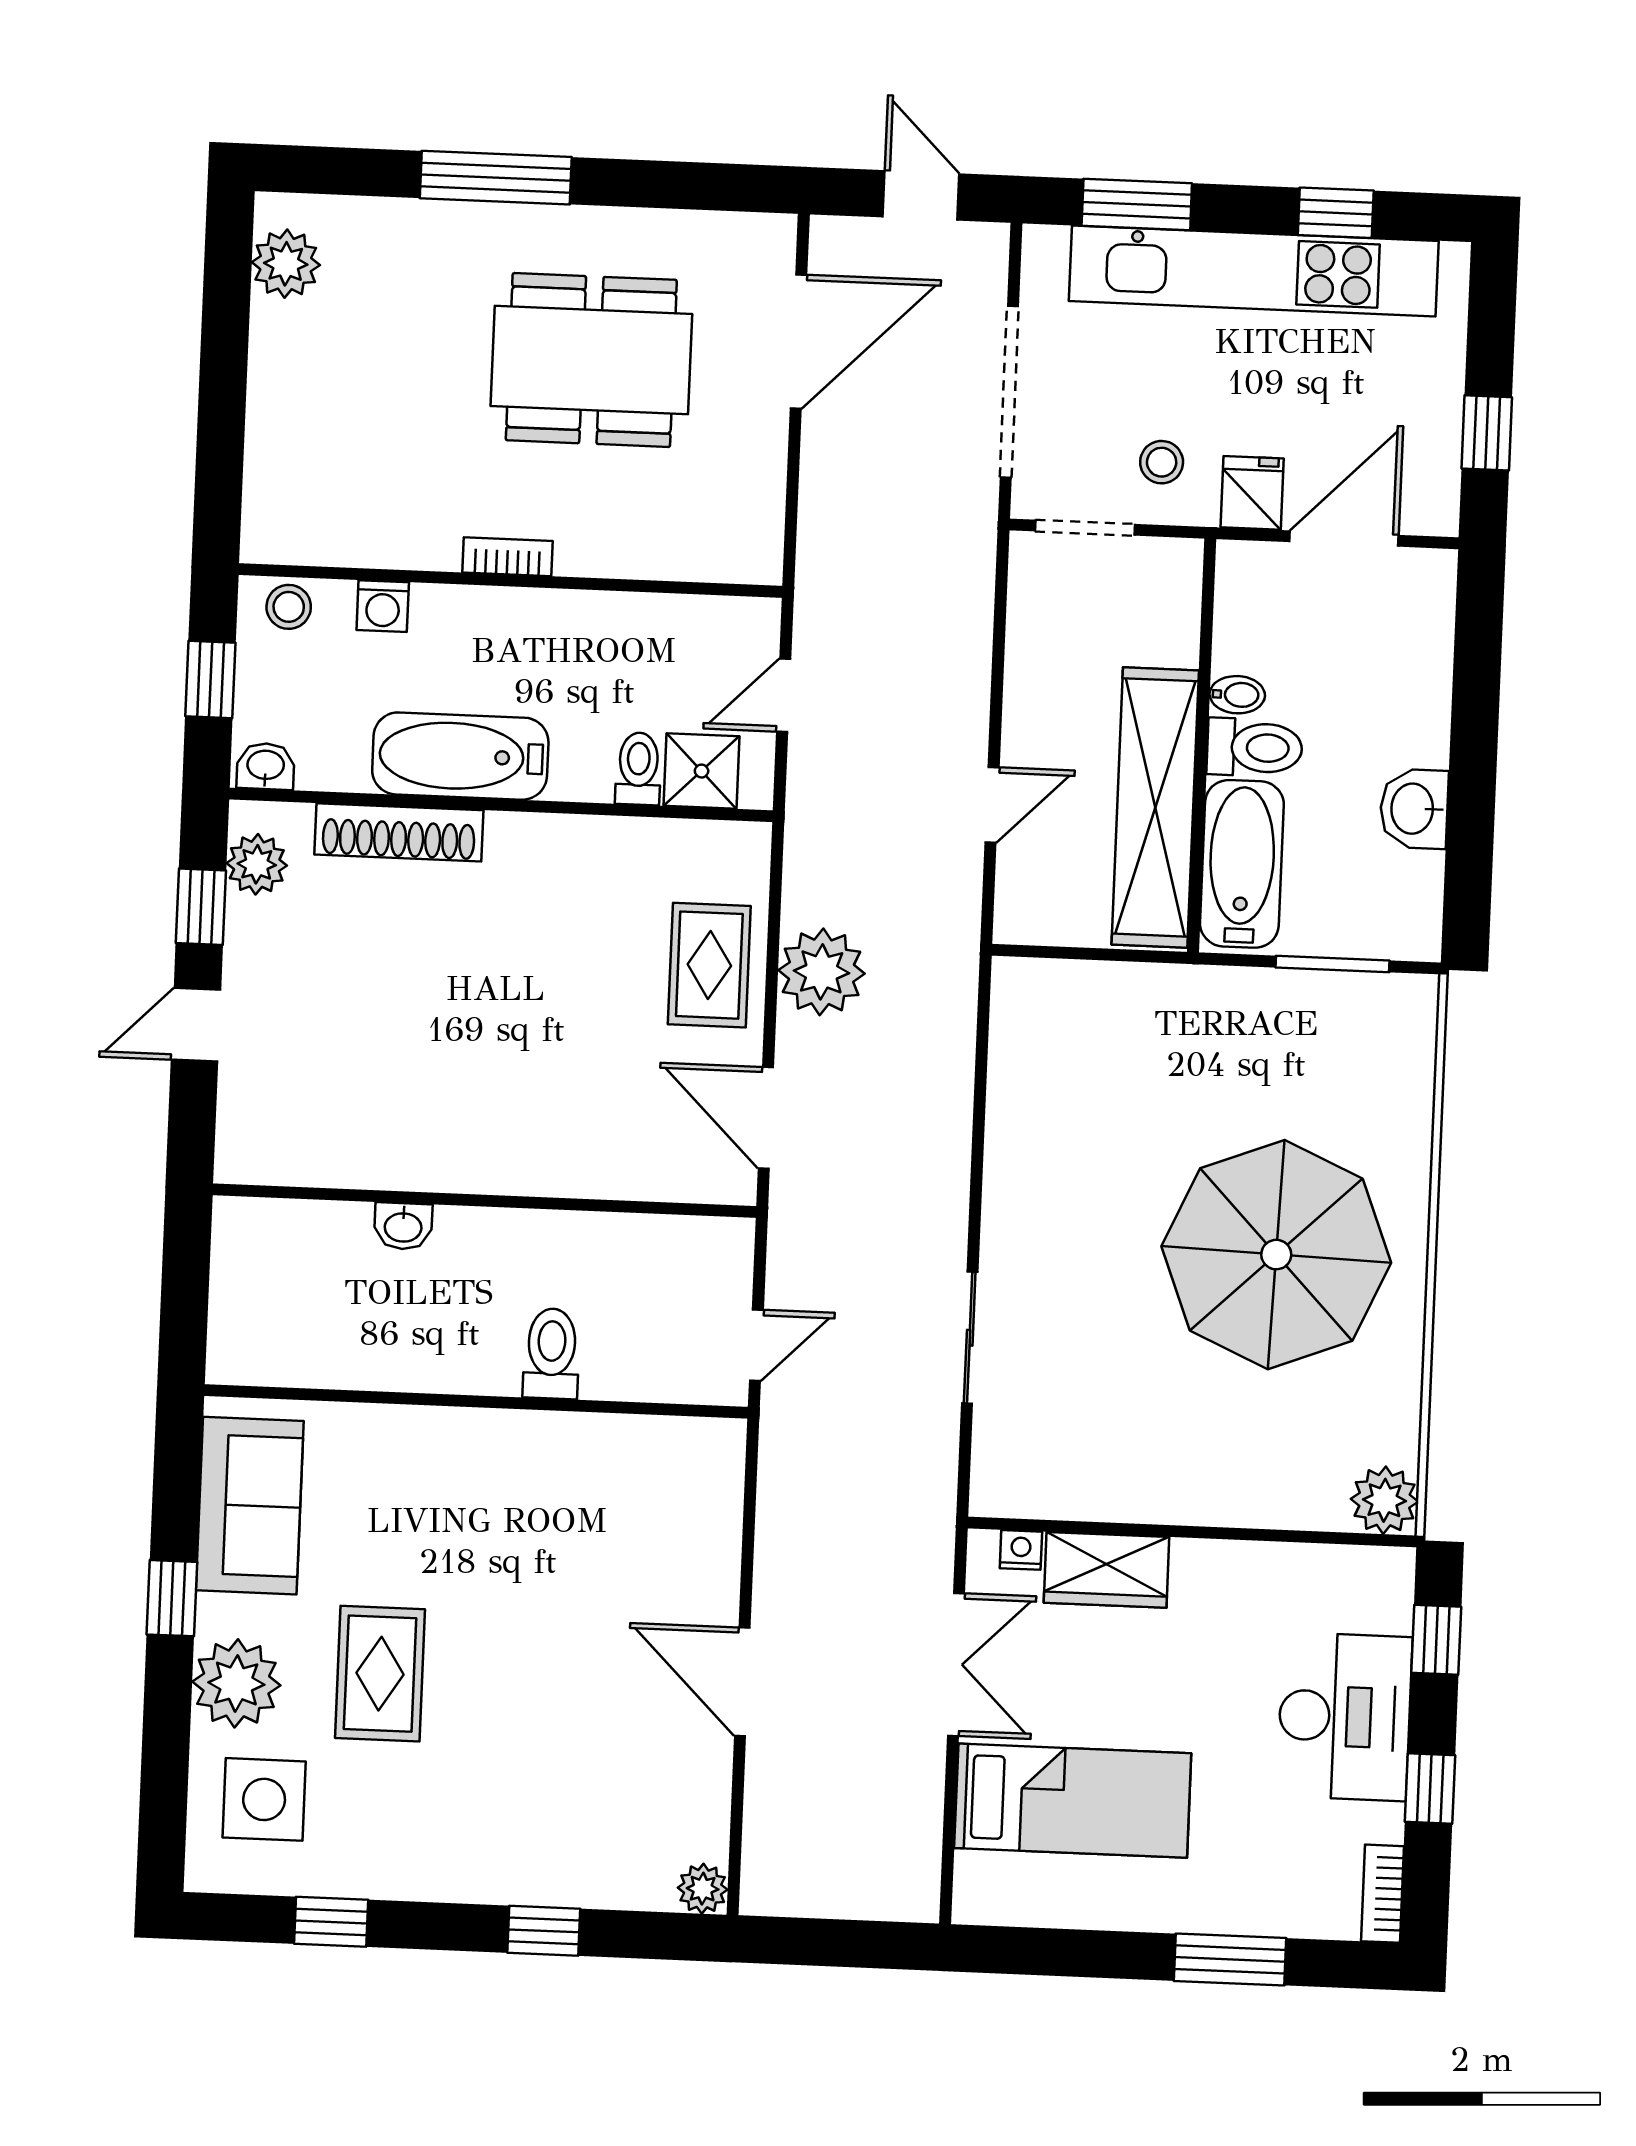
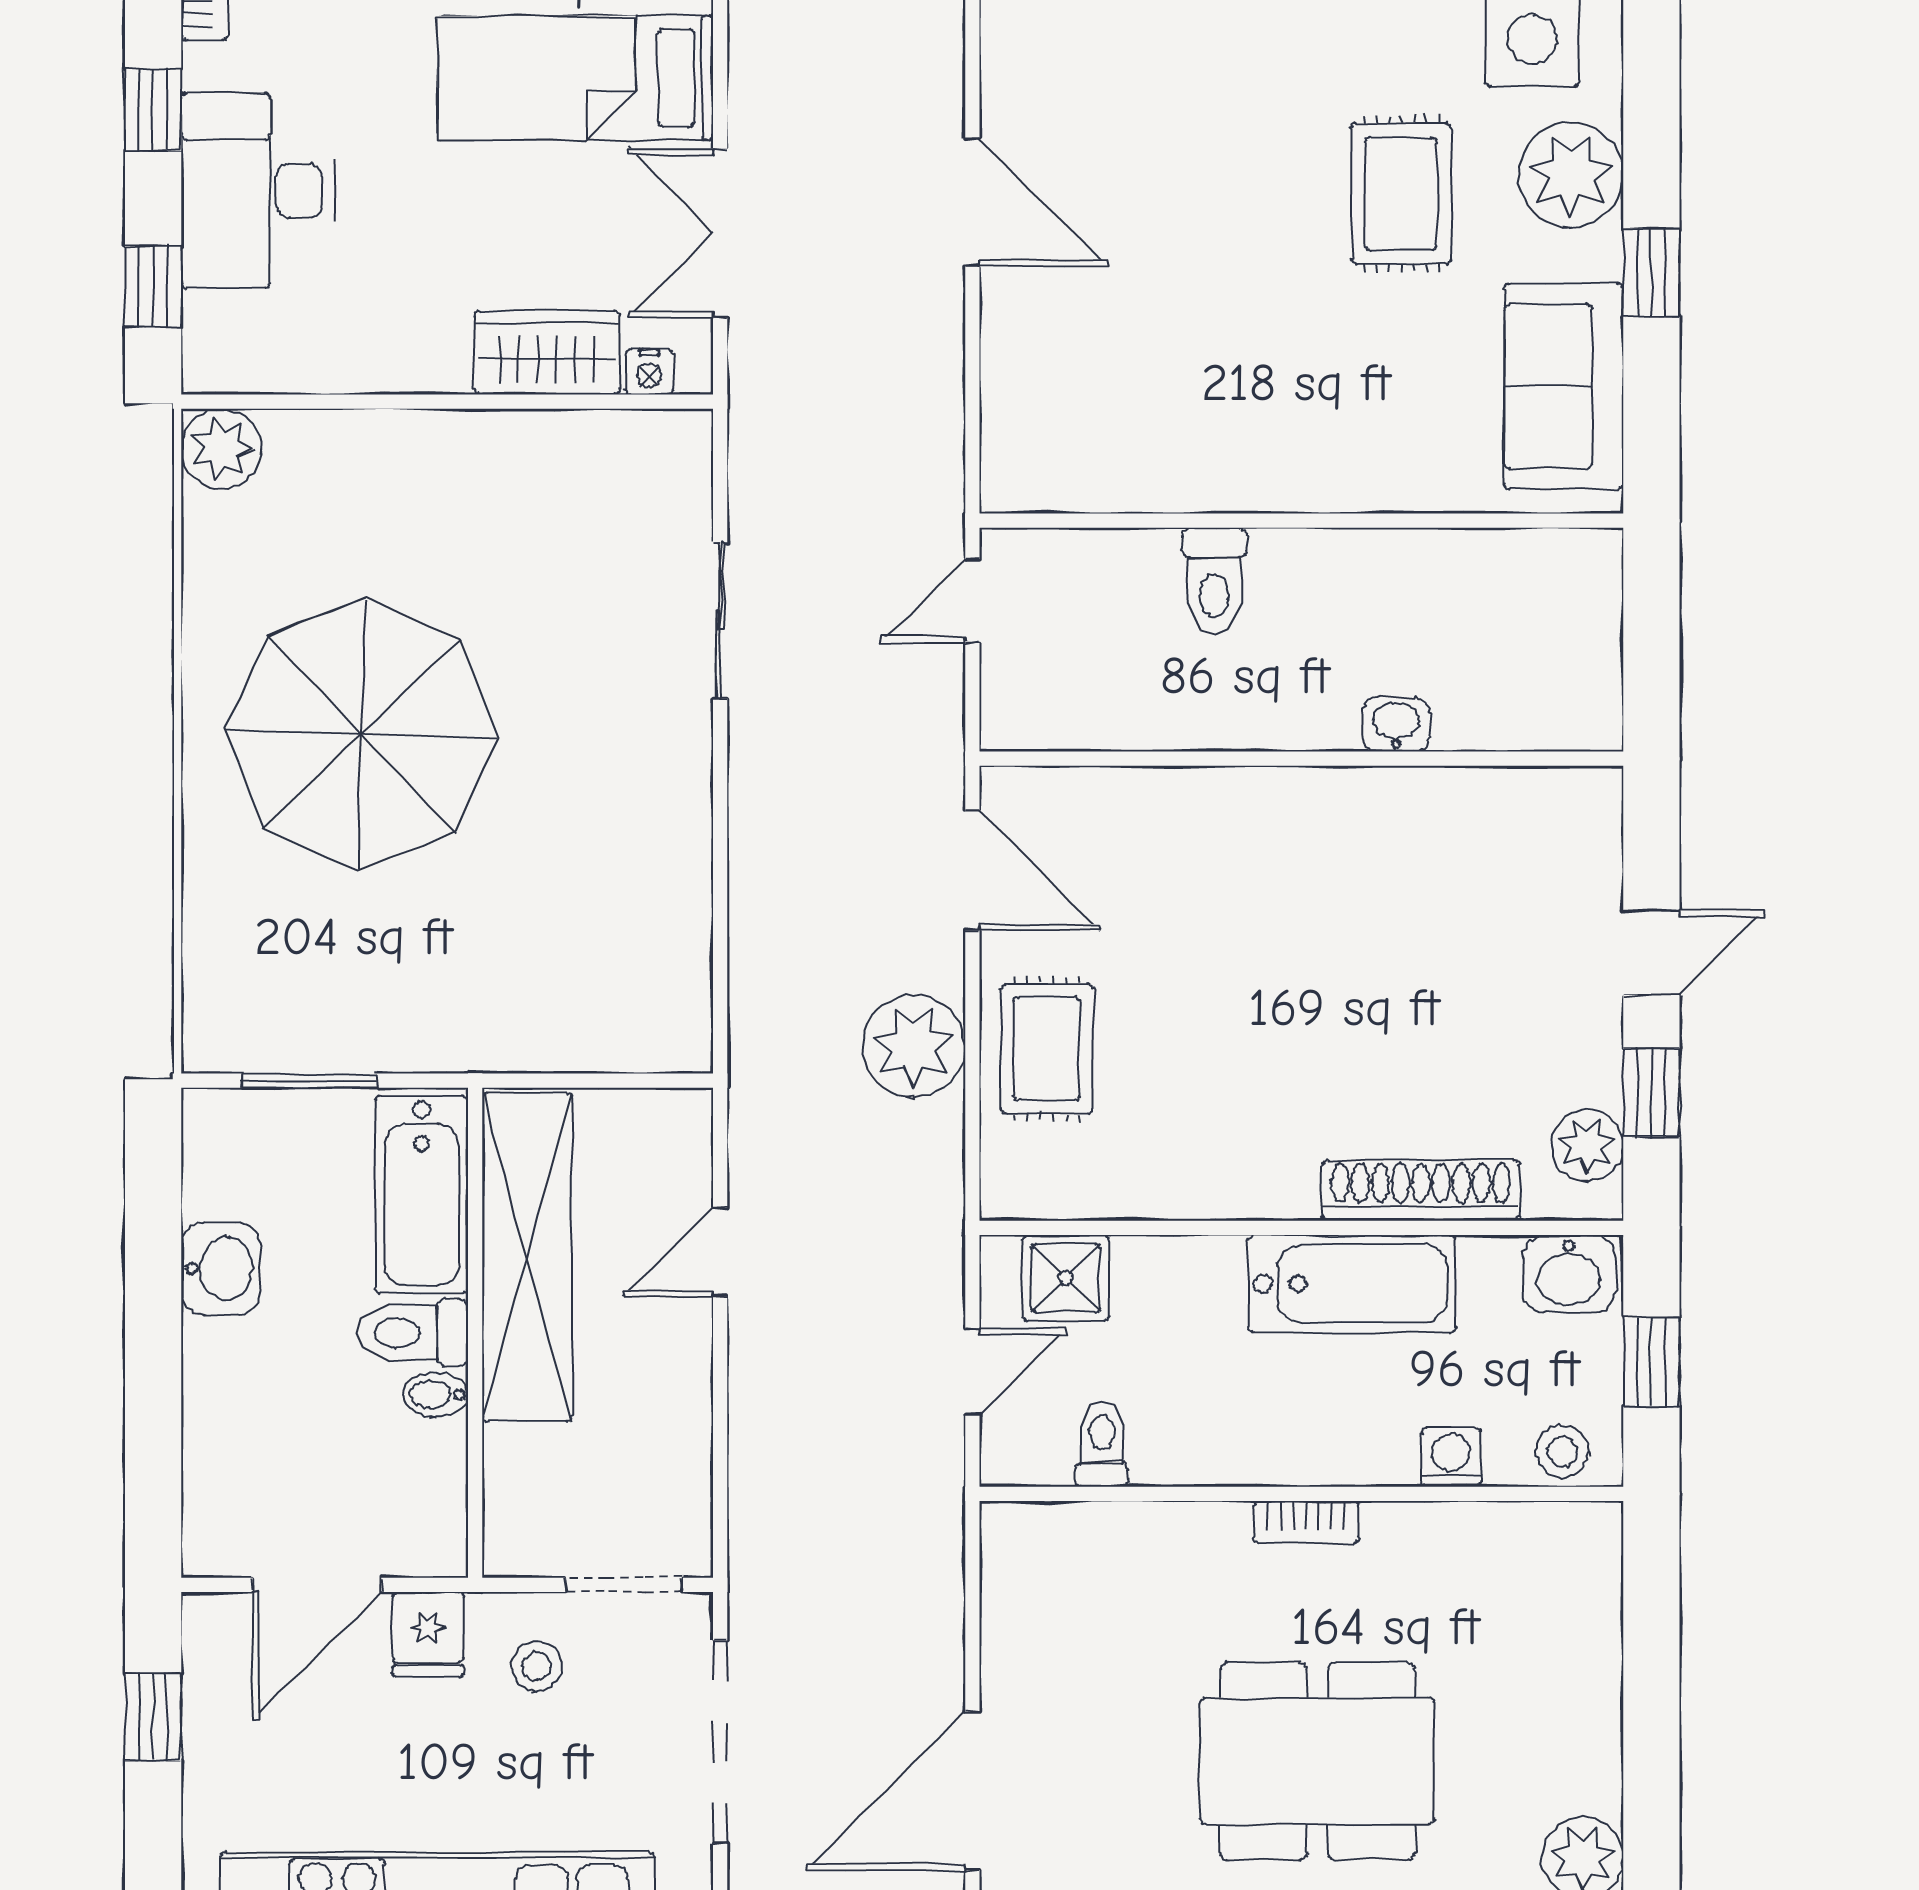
dining table: (591, 360) -> (1317, 1761), moved
washbasin: (266, 766) -> (1569, 1274), width x1.38, depth x1.45
toilet: (638, 769) -> (1102, 1444), moved, turned 180

